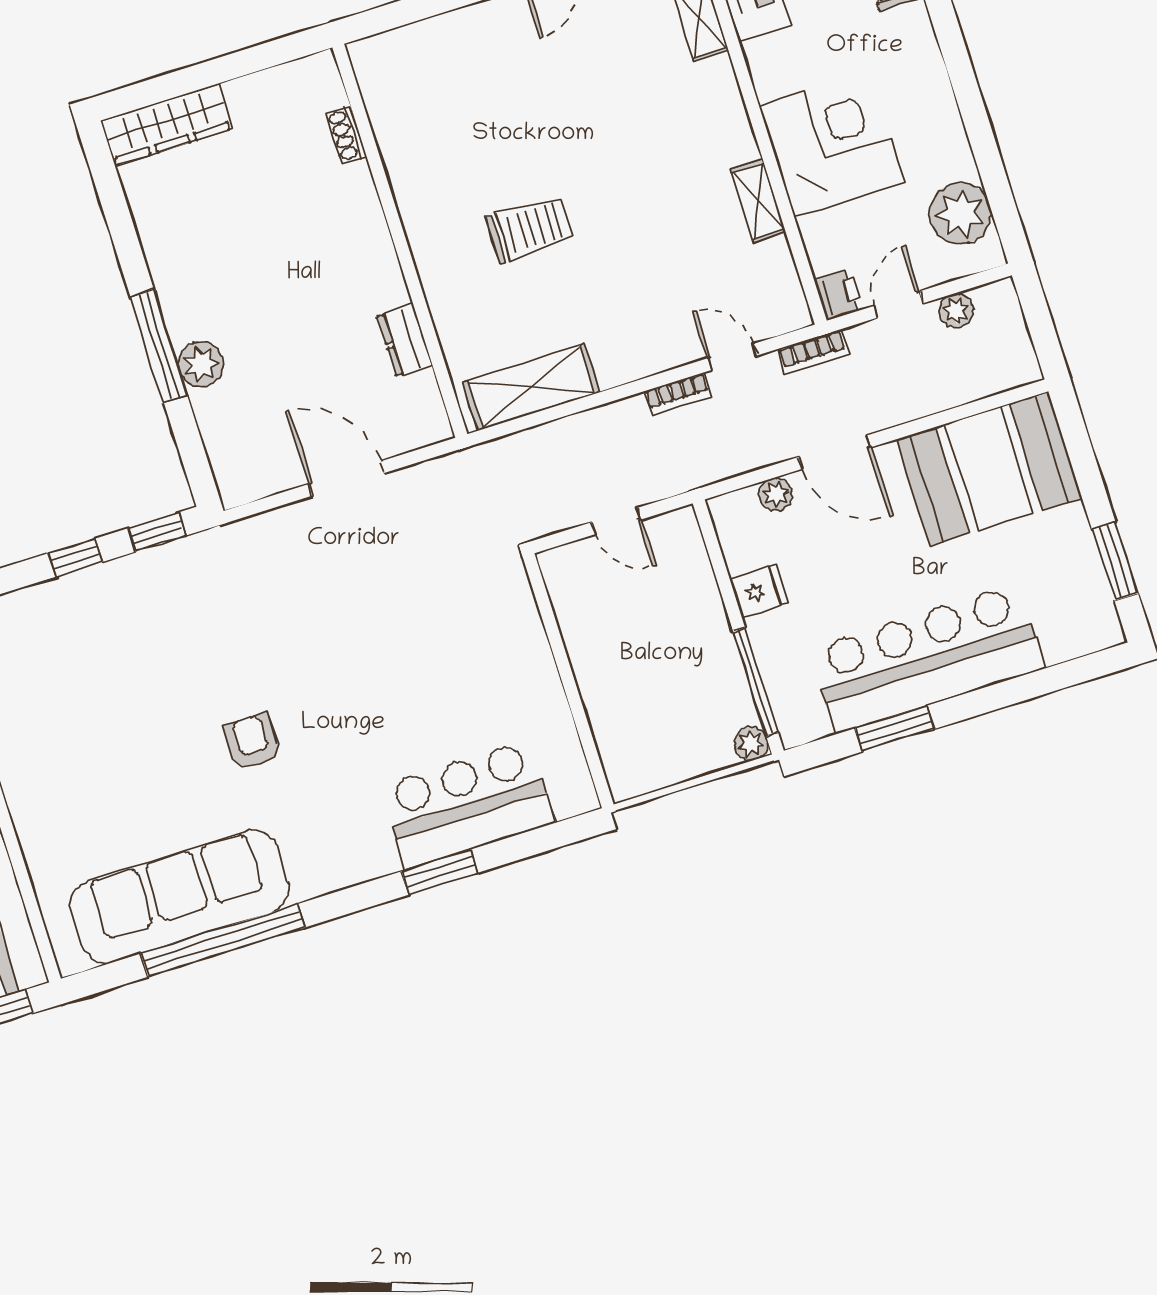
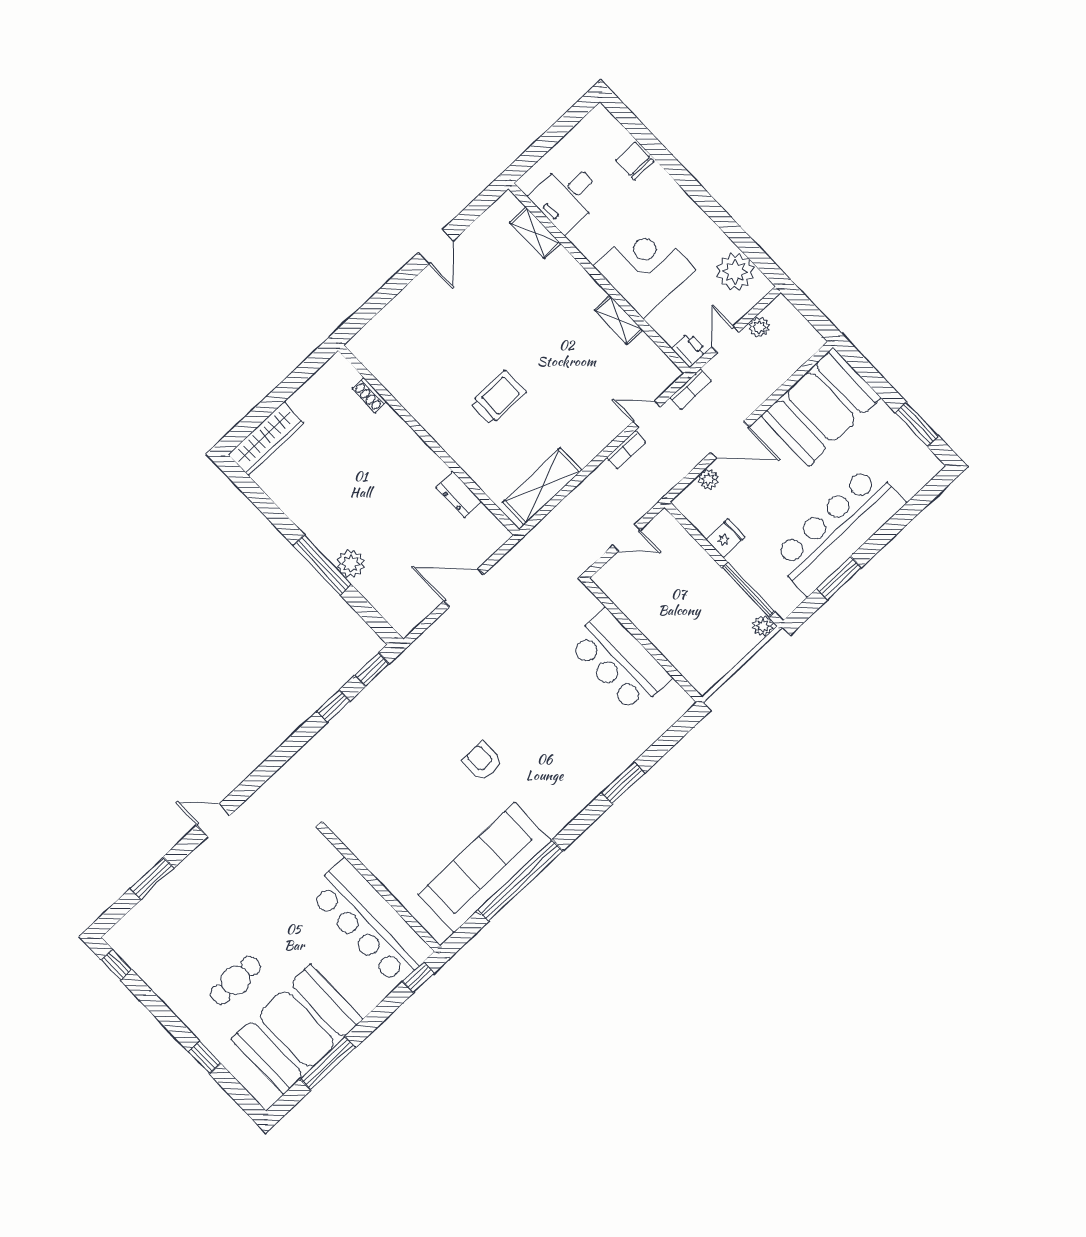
bar counter: (467, 805) -> (619, 661), moved, turned -90

